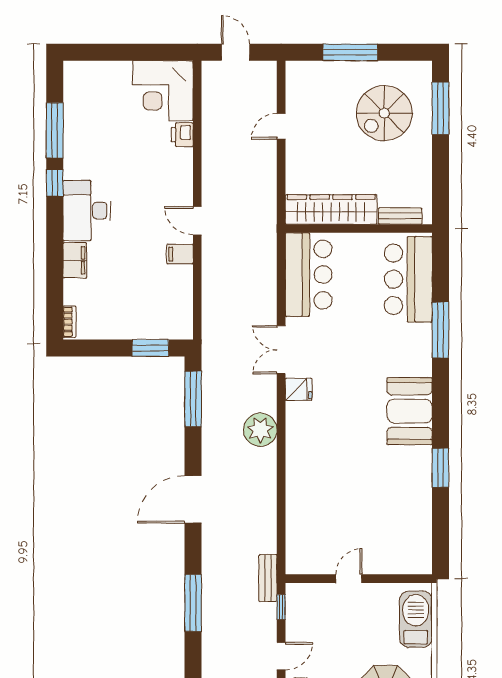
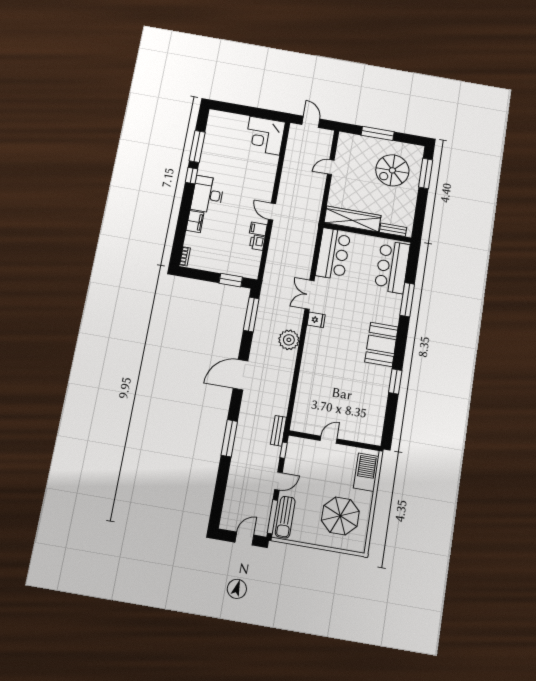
printer: (182, 135) -> (257, 243), moved

